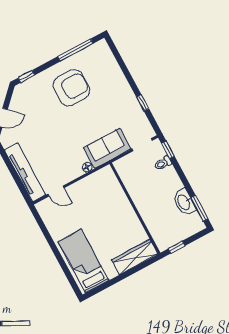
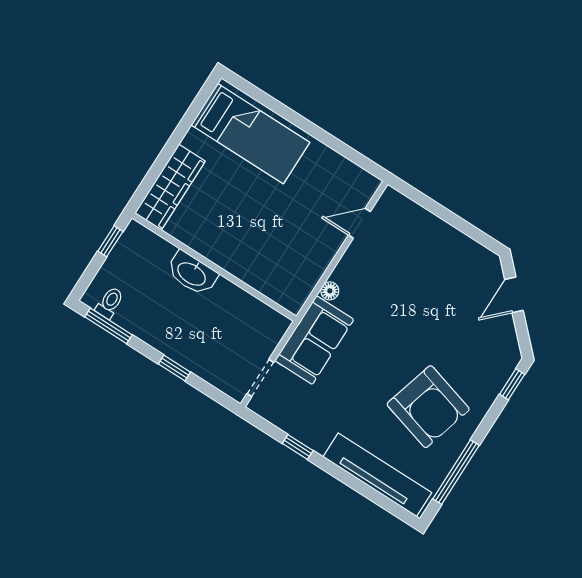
armchair: (71, 88) -> (428, 407), turned -74
window: (168, 150) -> (174, 368), moved
toilet: (163, 163) -> (110, 303), moved
tv unit: (25, 172) -> (377, 475), moved, turned 180
washbasin: (184, 202) -> (192, 273), moved, turned 180

